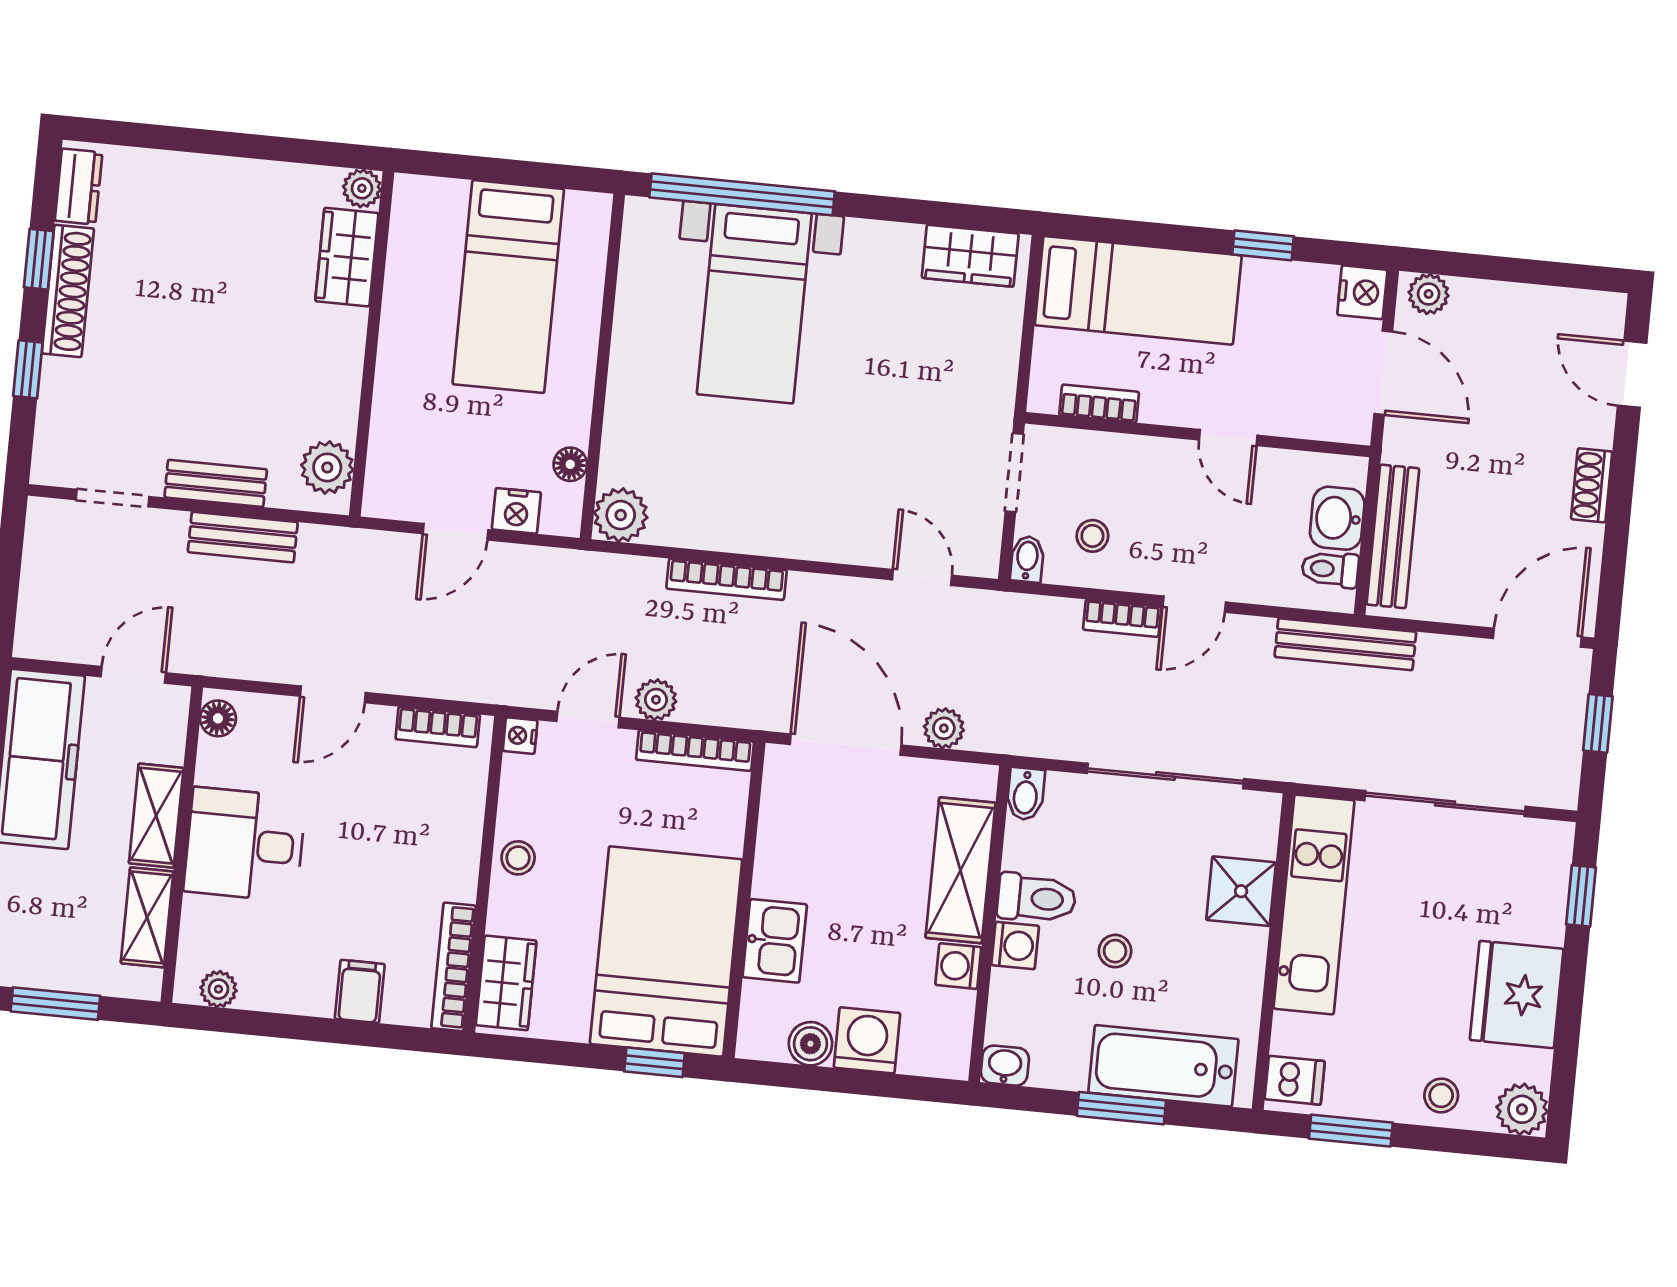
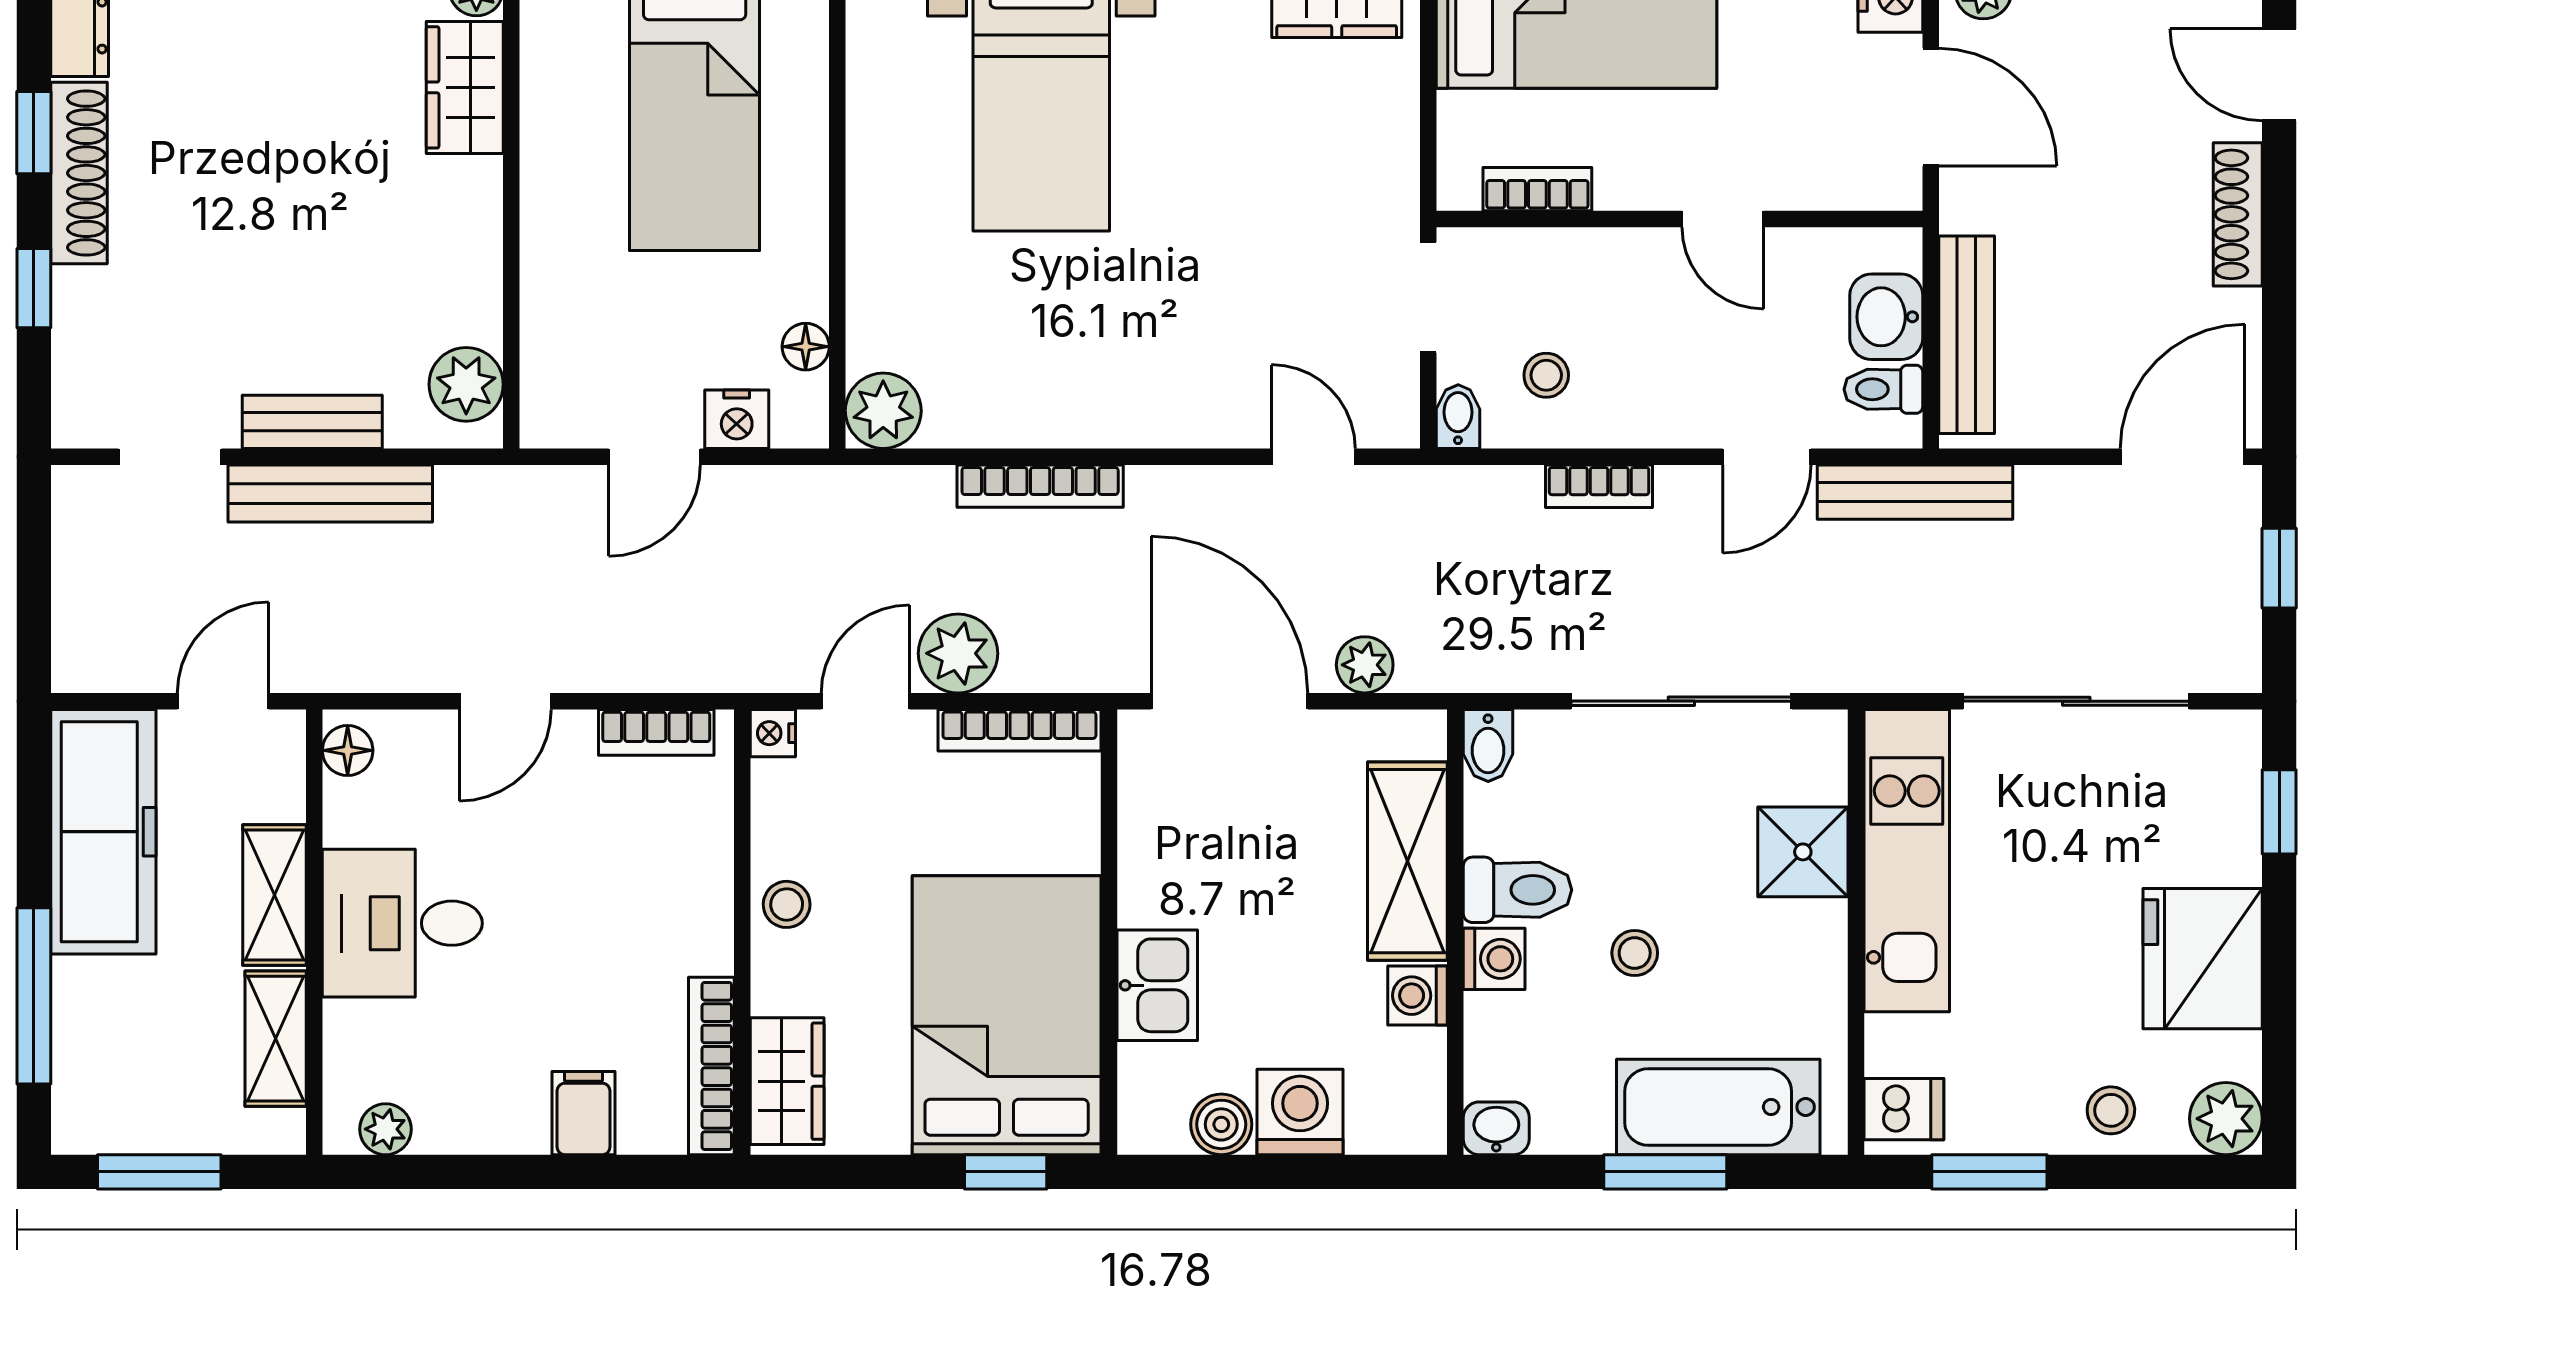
shoe rack: (1592, 485) -> (2238, 214), width x1.43
bench: (243, 537) -> (330, 493), width x1.36
door: (1194, 604) -> (1767, 457), moved
plant: (656, 700) -> (958, 653), width x1.38, depth x1.38

